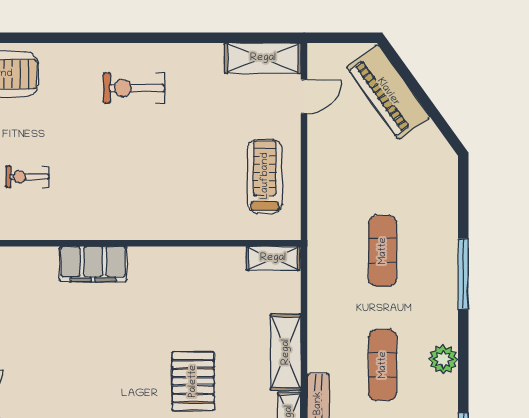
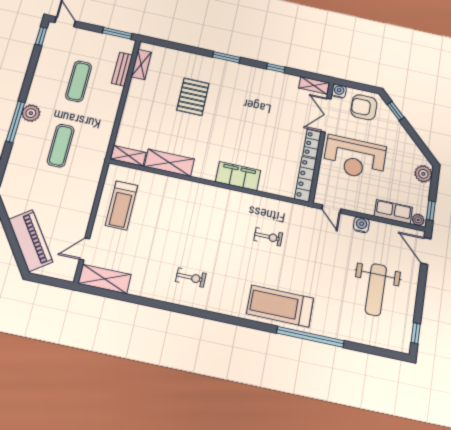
exercise bike: (134, 88) -> (191, 277), width x0.73, depth x0.72
shelving: (286, 352) -> (169, 163), moved, turned 90
plant: (443, 359) -> (31, 113), moved

